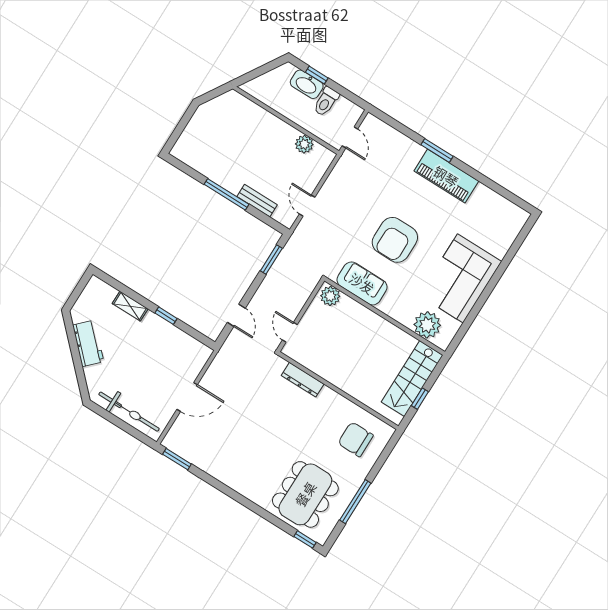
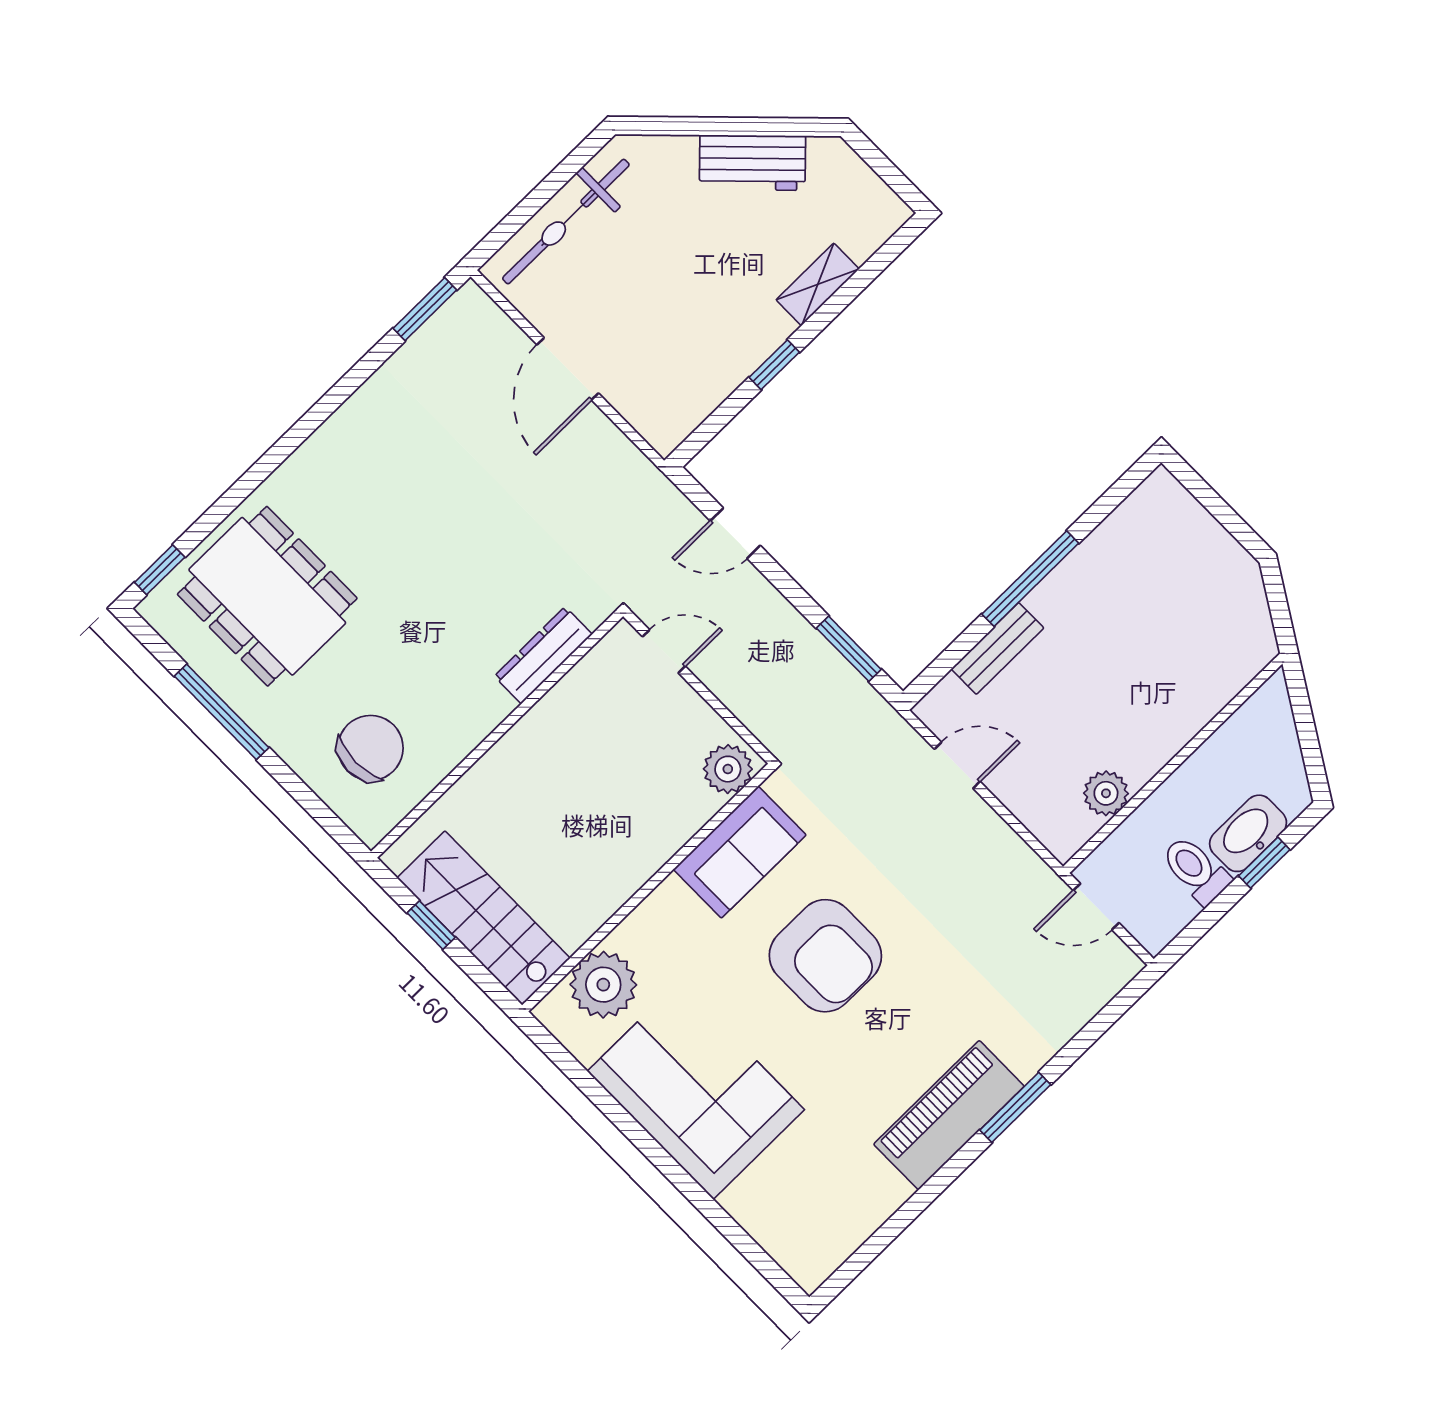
armchair: (395, 240) -> (825, 956), turned 180

